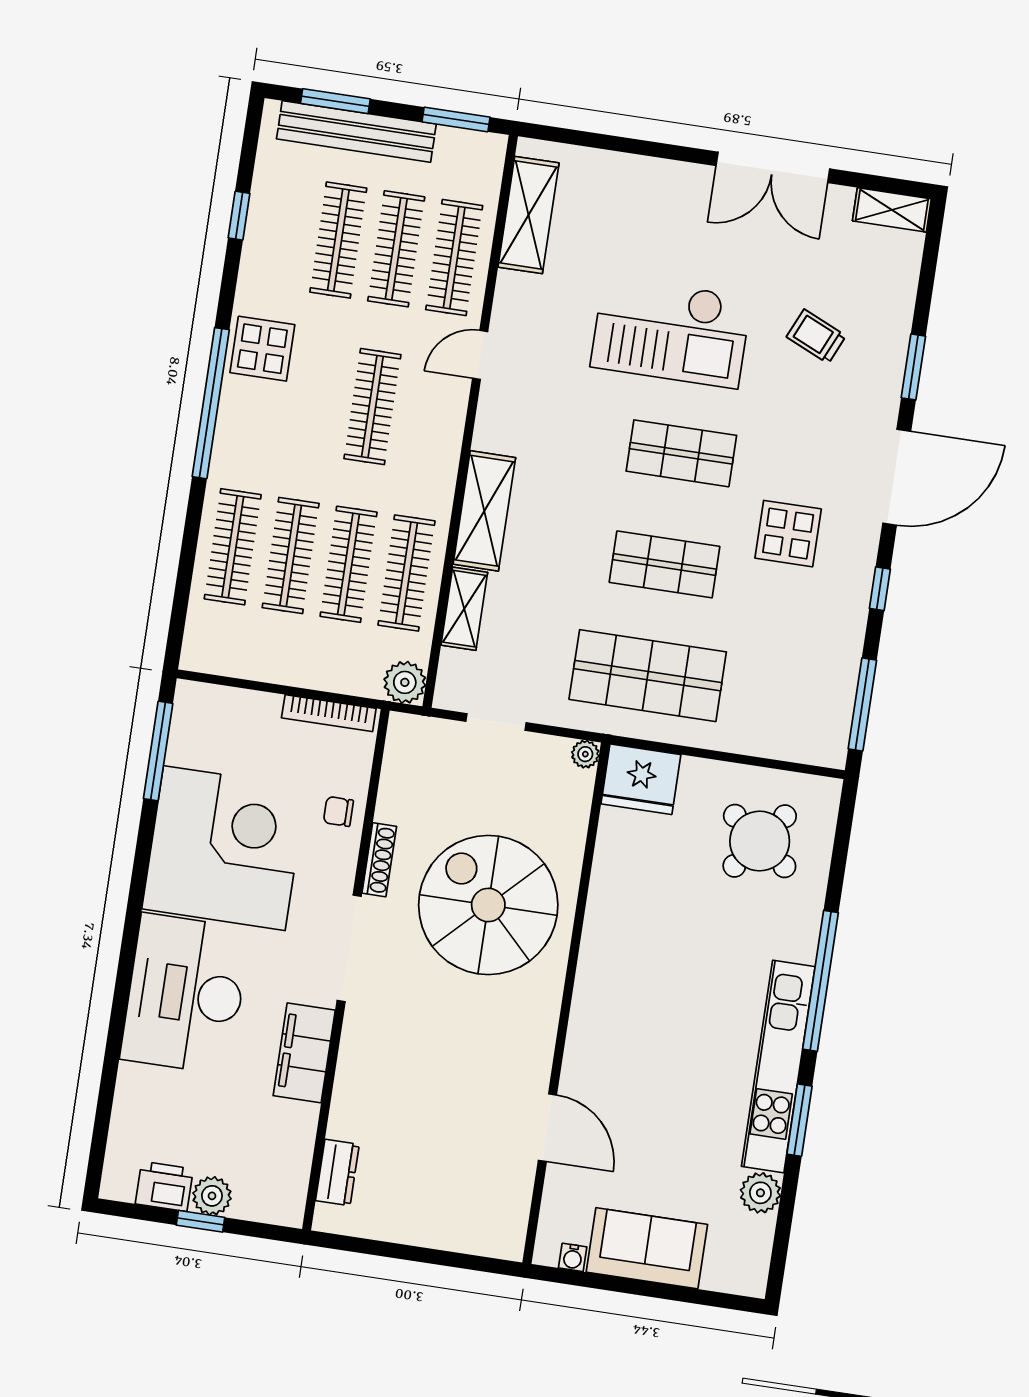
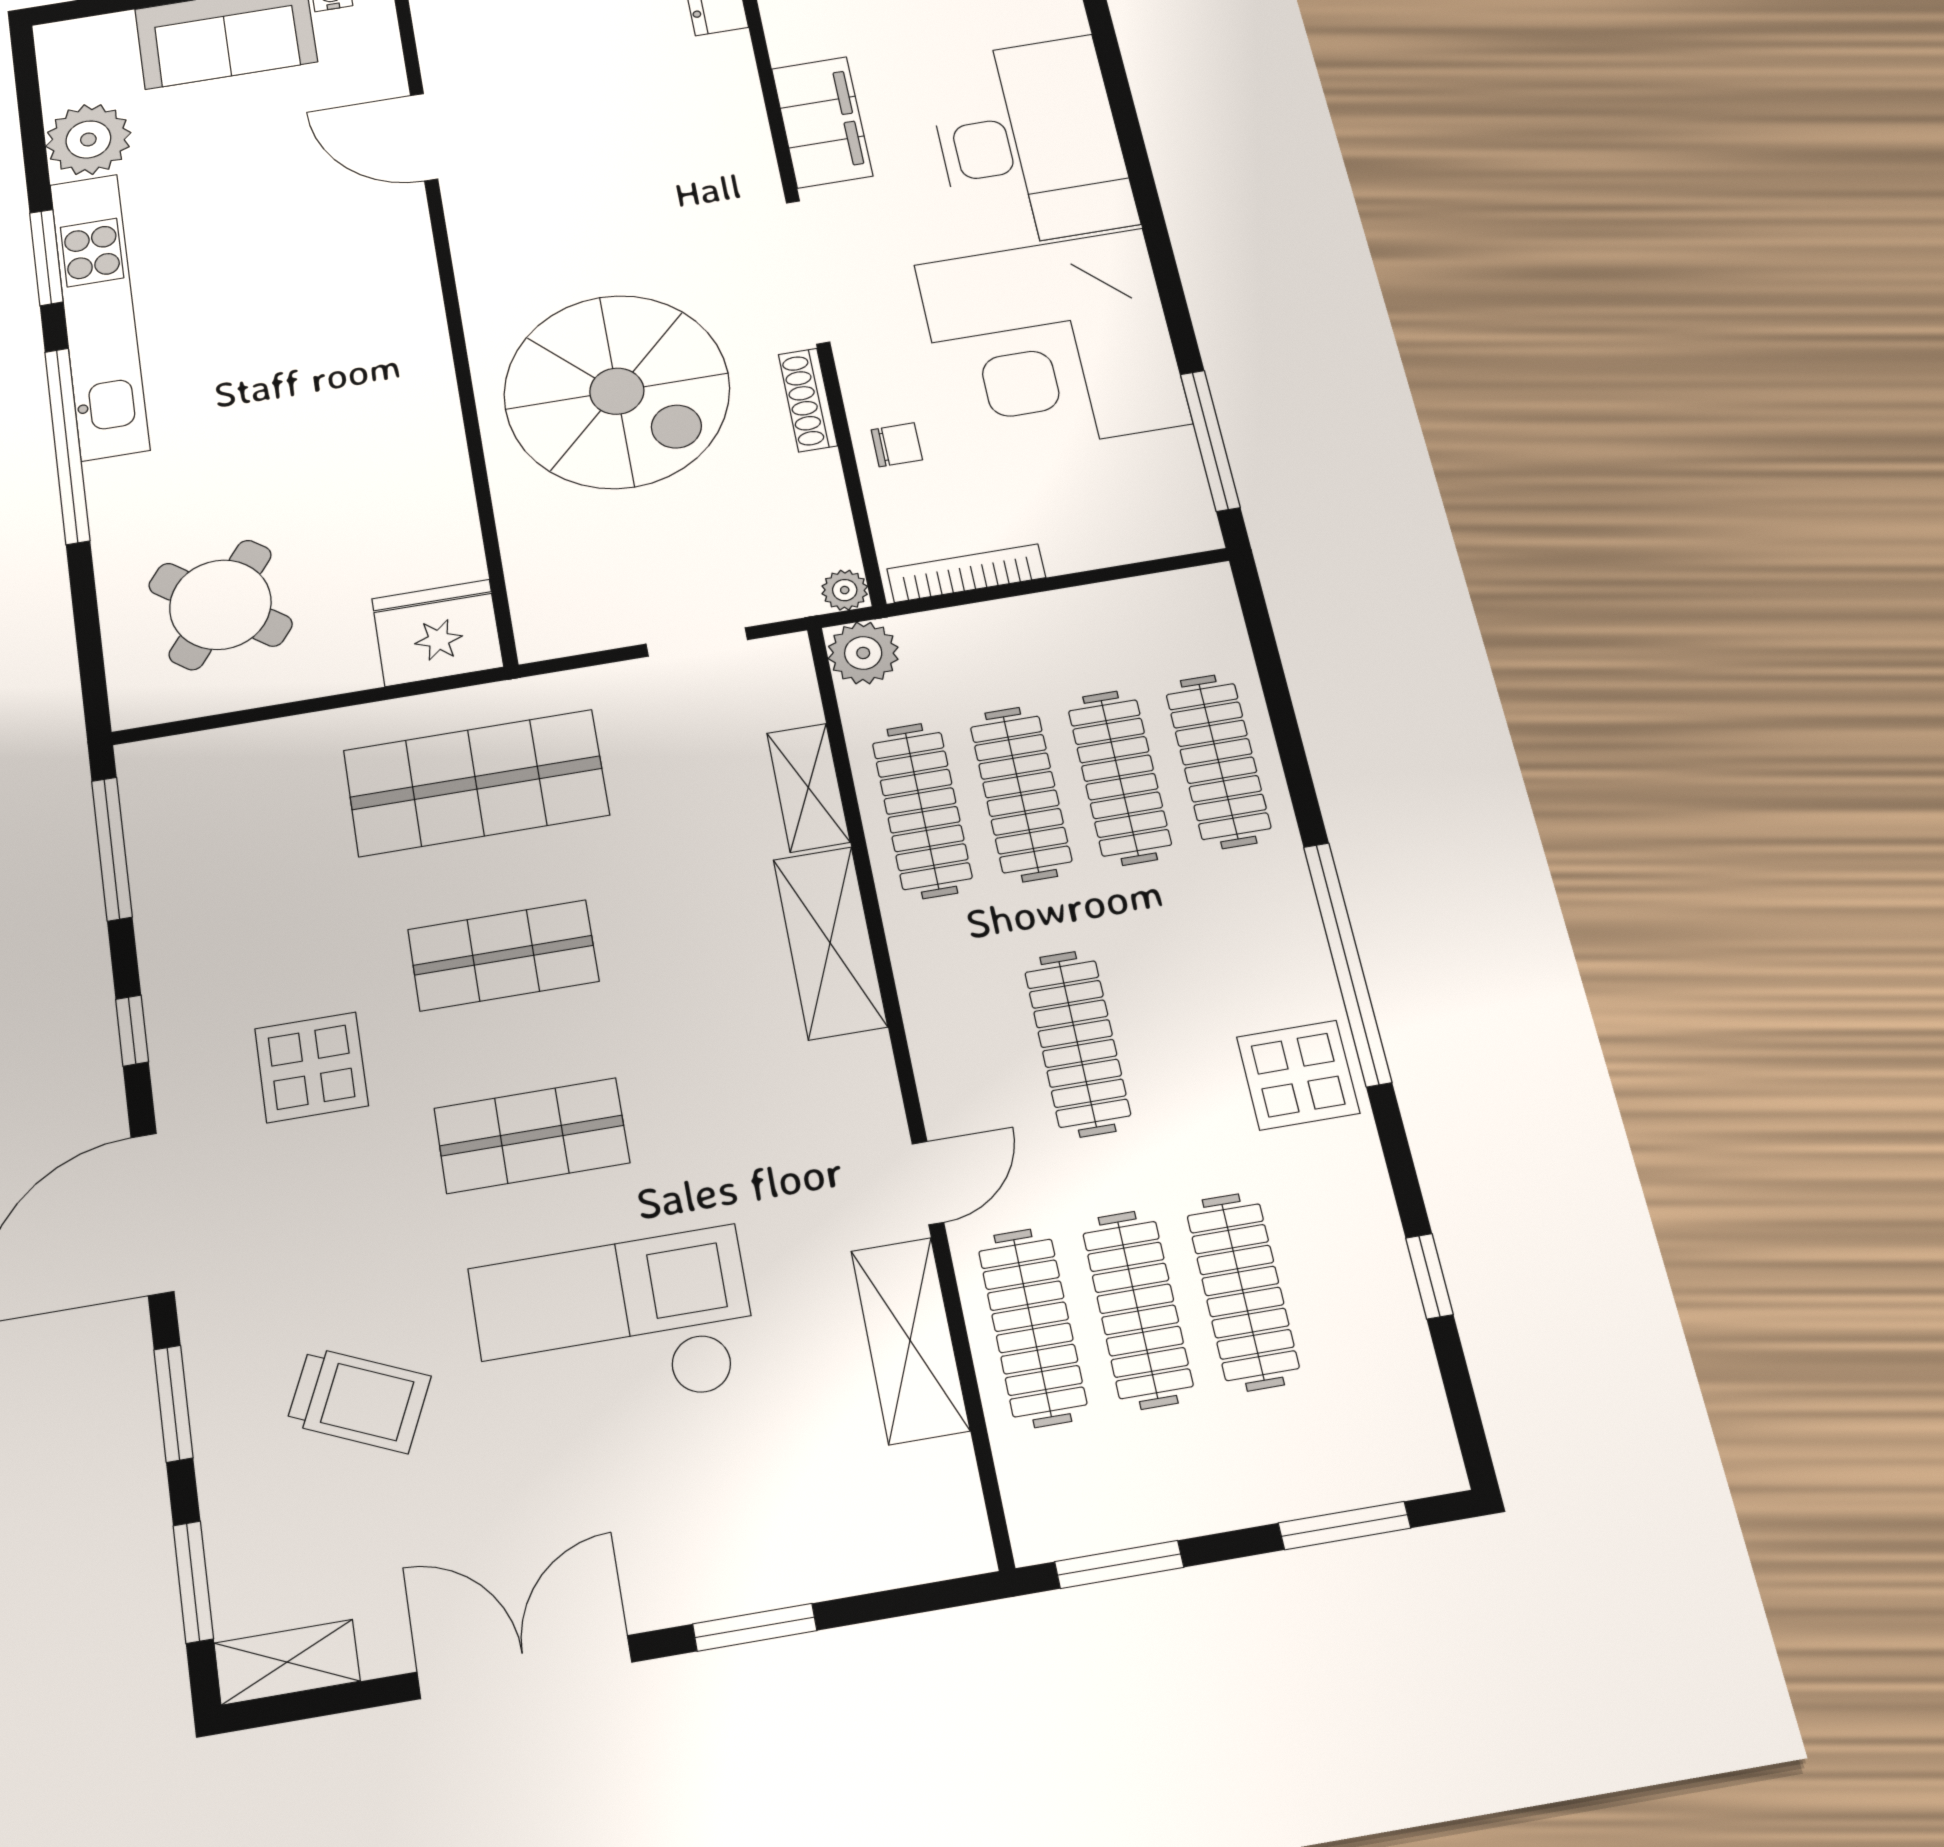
bench: (356, 131) -> (1286, 1485), removed
window: (650, 149) -> (755, 1627), added
shelving: (529, 215) -> (910, 1340), moved
window: (928, 268) -> (193, 1582), added
trolley: (816, 336) -> (359, 1400), width x1.36, depth x1.39
plant: (585, 754) -> (845, 590), moved
plant: (760, 1193) -> (88, 139), width x1.36, depth x1.36

